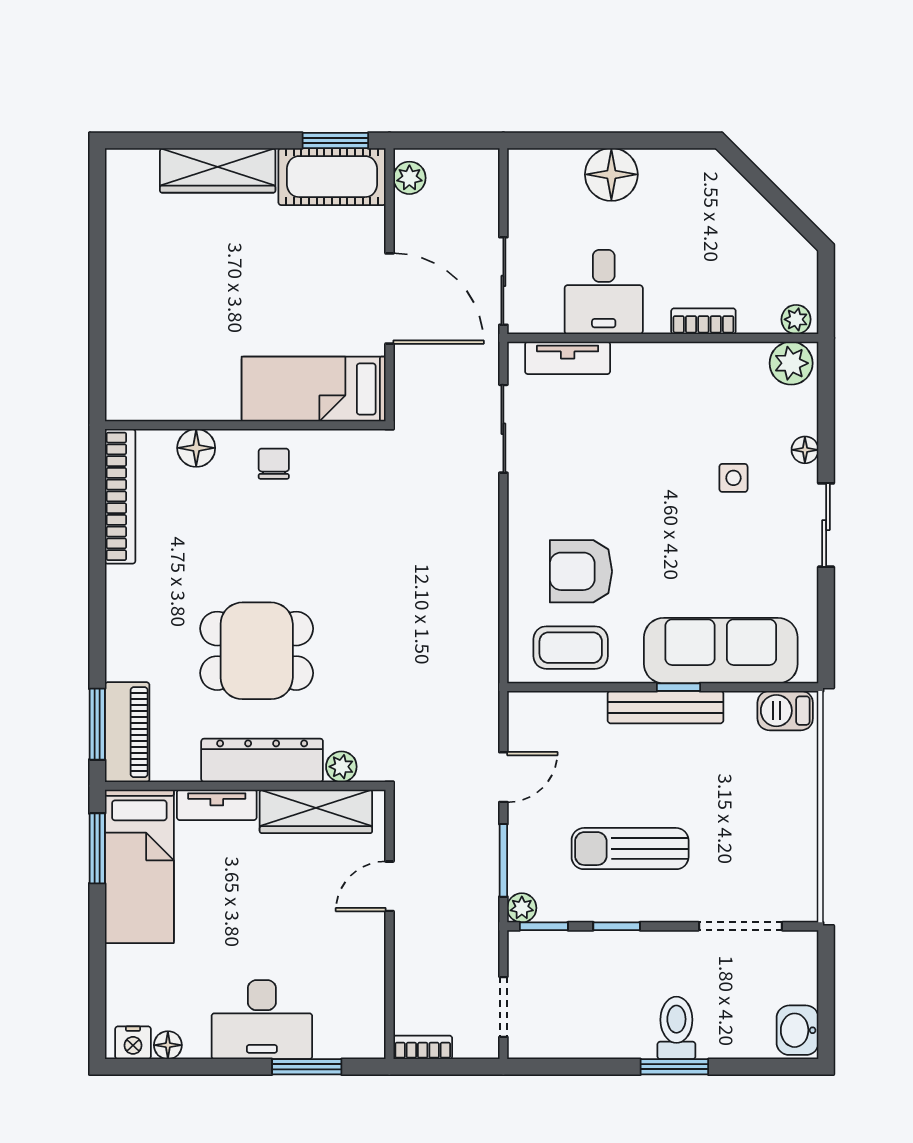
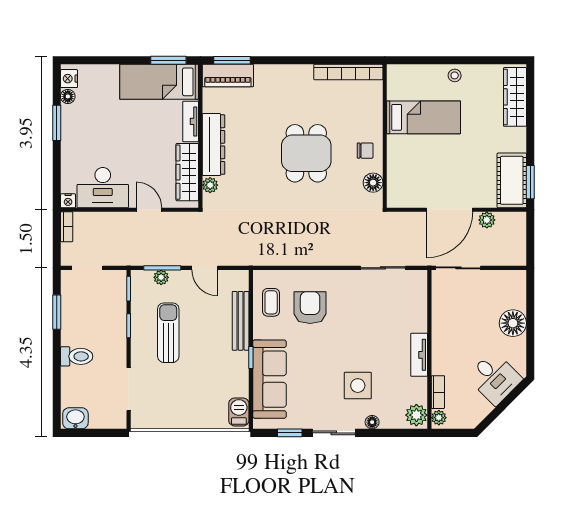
wardrobe: (218, 170) -> (515, 97), moved
plant: (409, 178) -> (487, 220), moved
stool: (127, 289) -> (455, 75), added
desk: (604, 292) -> (495, 378), moved, turned -135
bookcase: (703, 321) -> (438, 392), moved
tv unit: (568, 358) -> (419, 355), moved
bed: (314, 389) -> (423, 117), moved, turned 90
floor lamp: (196, 448) -> (373, 183), moved
side table: (733, 478) -> (358, 386), width x1.87, depth x1.87
window: (826, 611) -> (290, 433), added
coffee table: (571, 648) -> (271, 302), width x0.73, depth x0.77
dining table: (257, 651) -> (306, 153), moved
bench: (666, 707) -> (241, 321), moved
plant: (522, 908) -> (161, 277), moved
desk: (262, 1020) -> (103, 188), moved, turned -90
nightstand: (372, 1045) -> (68, 201), added
window: (307, 1067) -> (57, 123), moved
window: (674, 1067) -> (57, 312), moved

